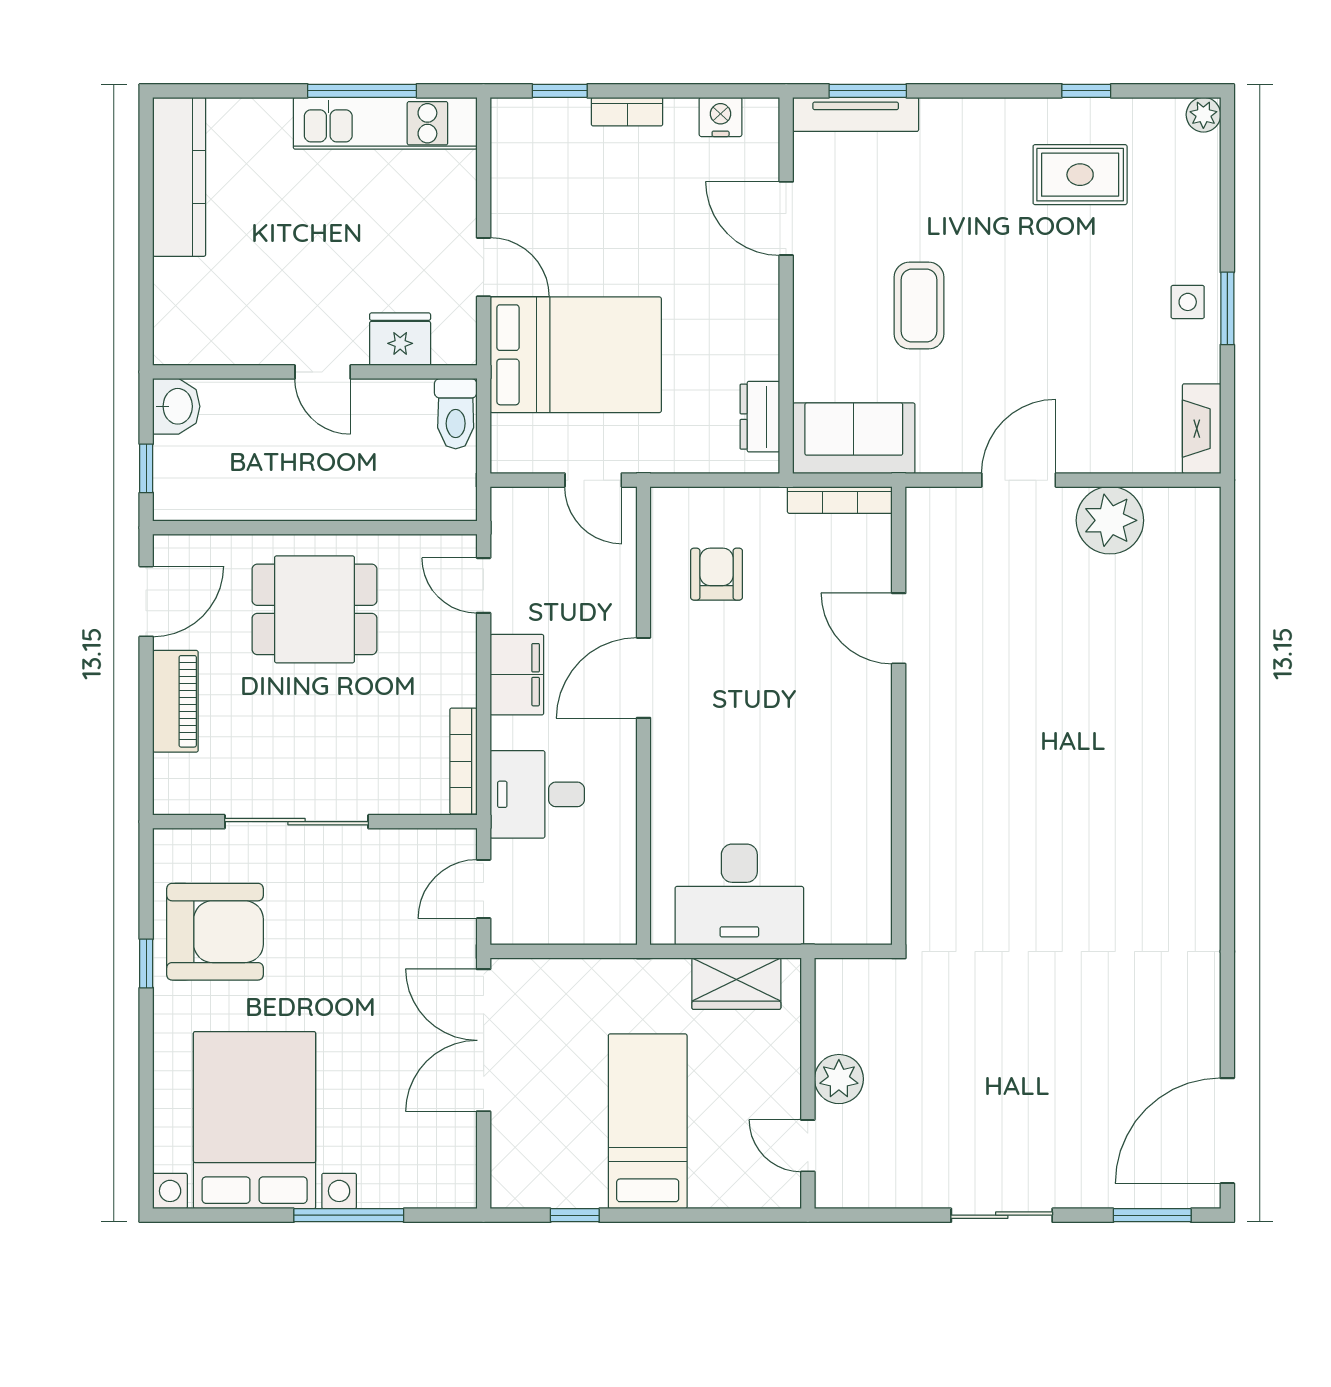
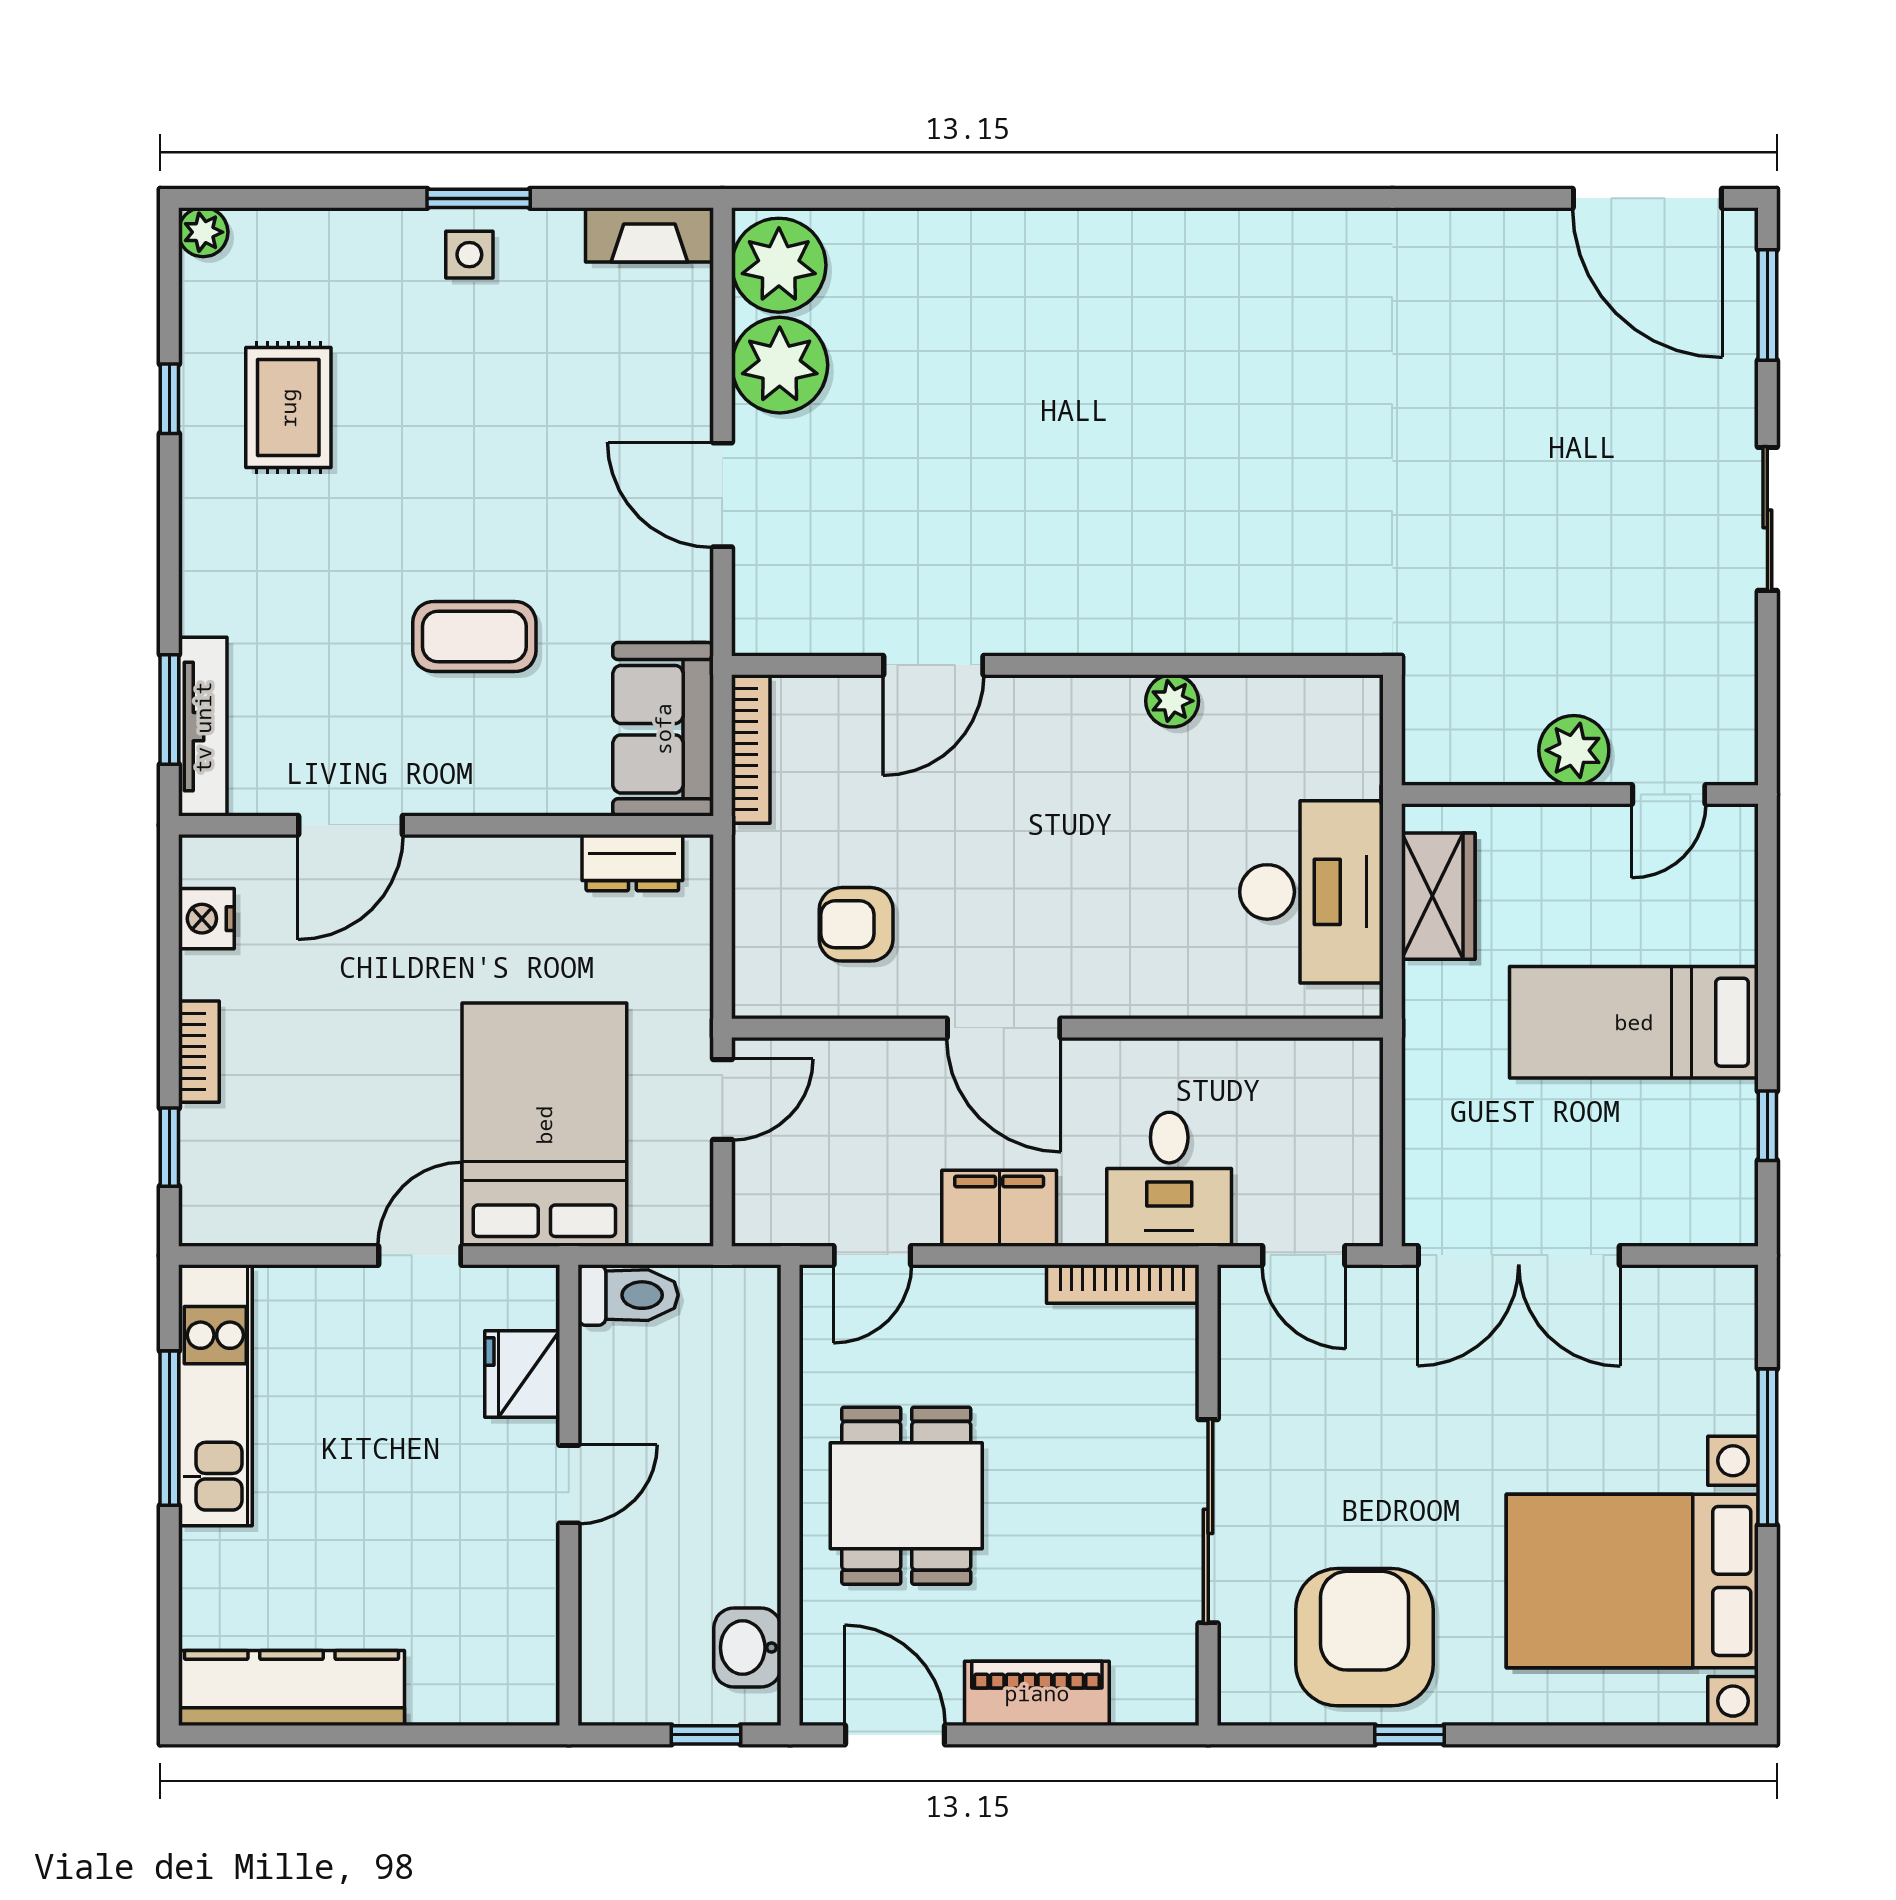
washbasin: (176, 406) -> (747, 1648), moved, turned -90
plant: (1180, 520) -> (779, 265), added
plant: (874, 796) -> (1172, 701), added

